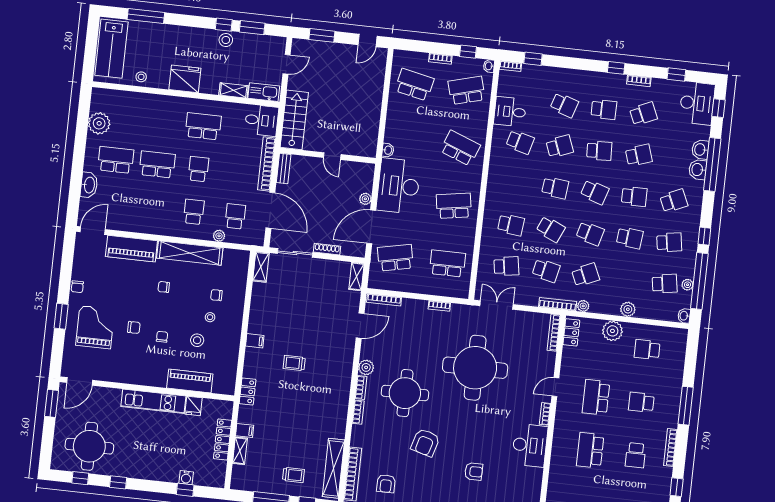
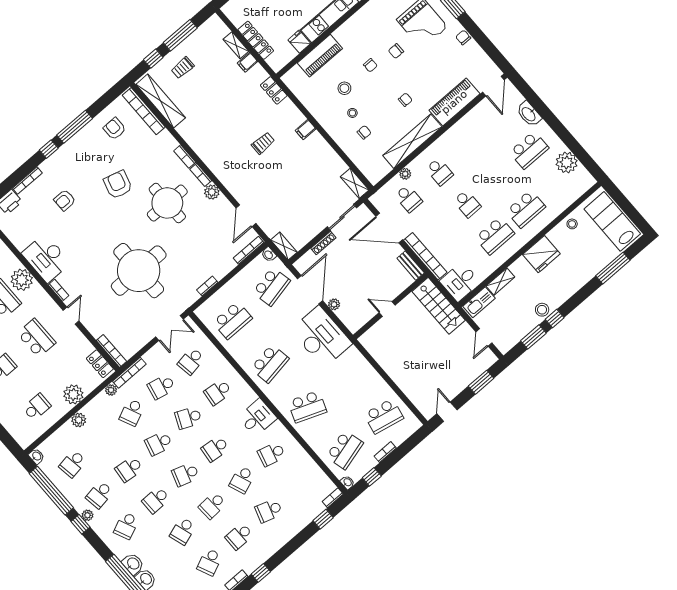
desk: (510, 112) -> (257, 418), moved
washbasin: (388, 150) -> (269, 255), moved
school desk: (157, 164) -> (526, 209), moved
plant: (687, 285) -> (88, 515), moved
plant: (563, 449) -> (22, 280), added

